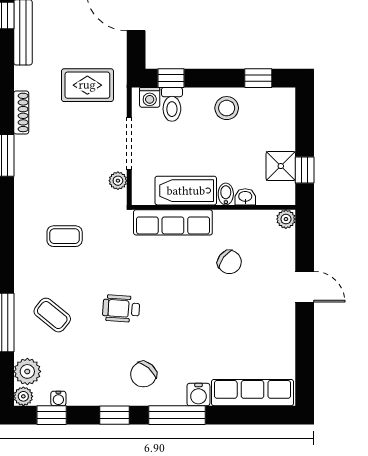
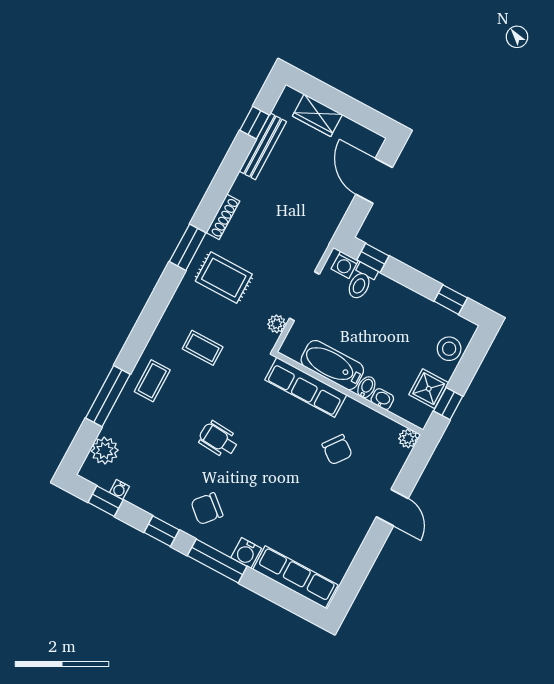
rug: (87, 85) -> (224, 278), moved
stool: (227, 108) -> (449, 349), moved
coffee table: (52, 315) -> (152, 381), moved, turned 51
plant: (23, 396) -> (89, 471), removed

